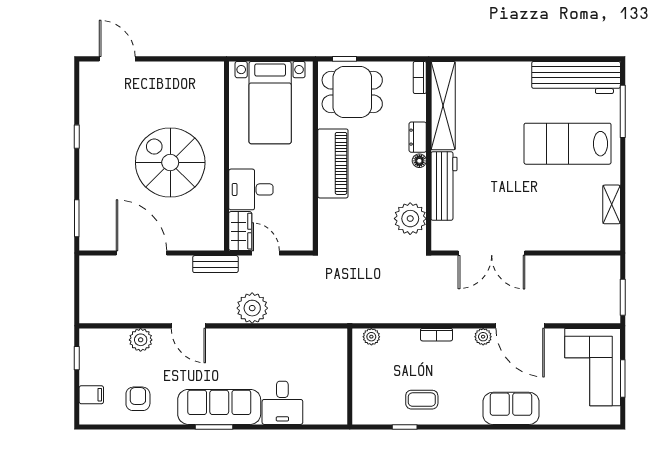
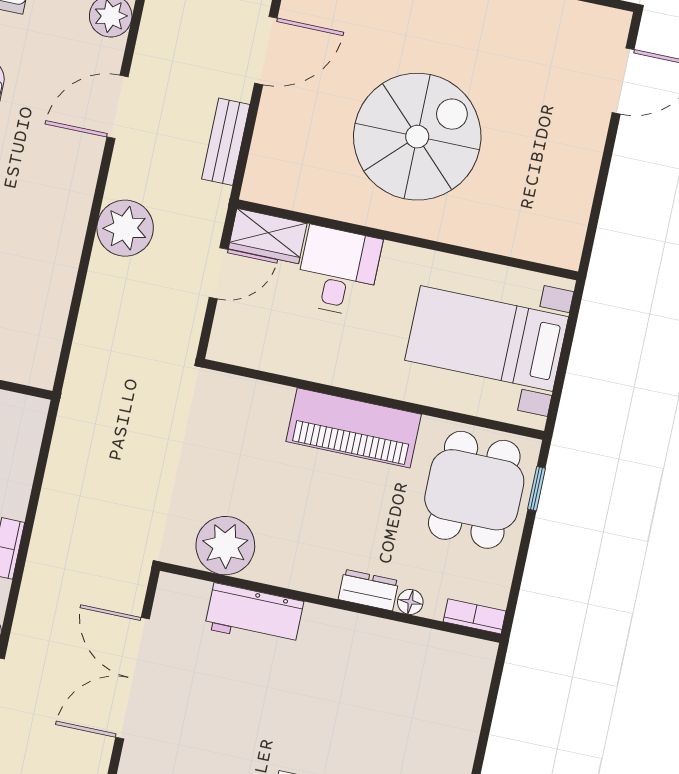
shelving: (443, 106) -> (415, 648), removed
floor lamp: (419, 161) -> (410, 602), moved
workbench: (444, 186) -> (254, 615), width x0.73
door: (141, 253) -> (266, 51), width x0.73
bench: (215, 264) -> (226, 142), moved
plant: (371, 337) -> (28, 431), removed

